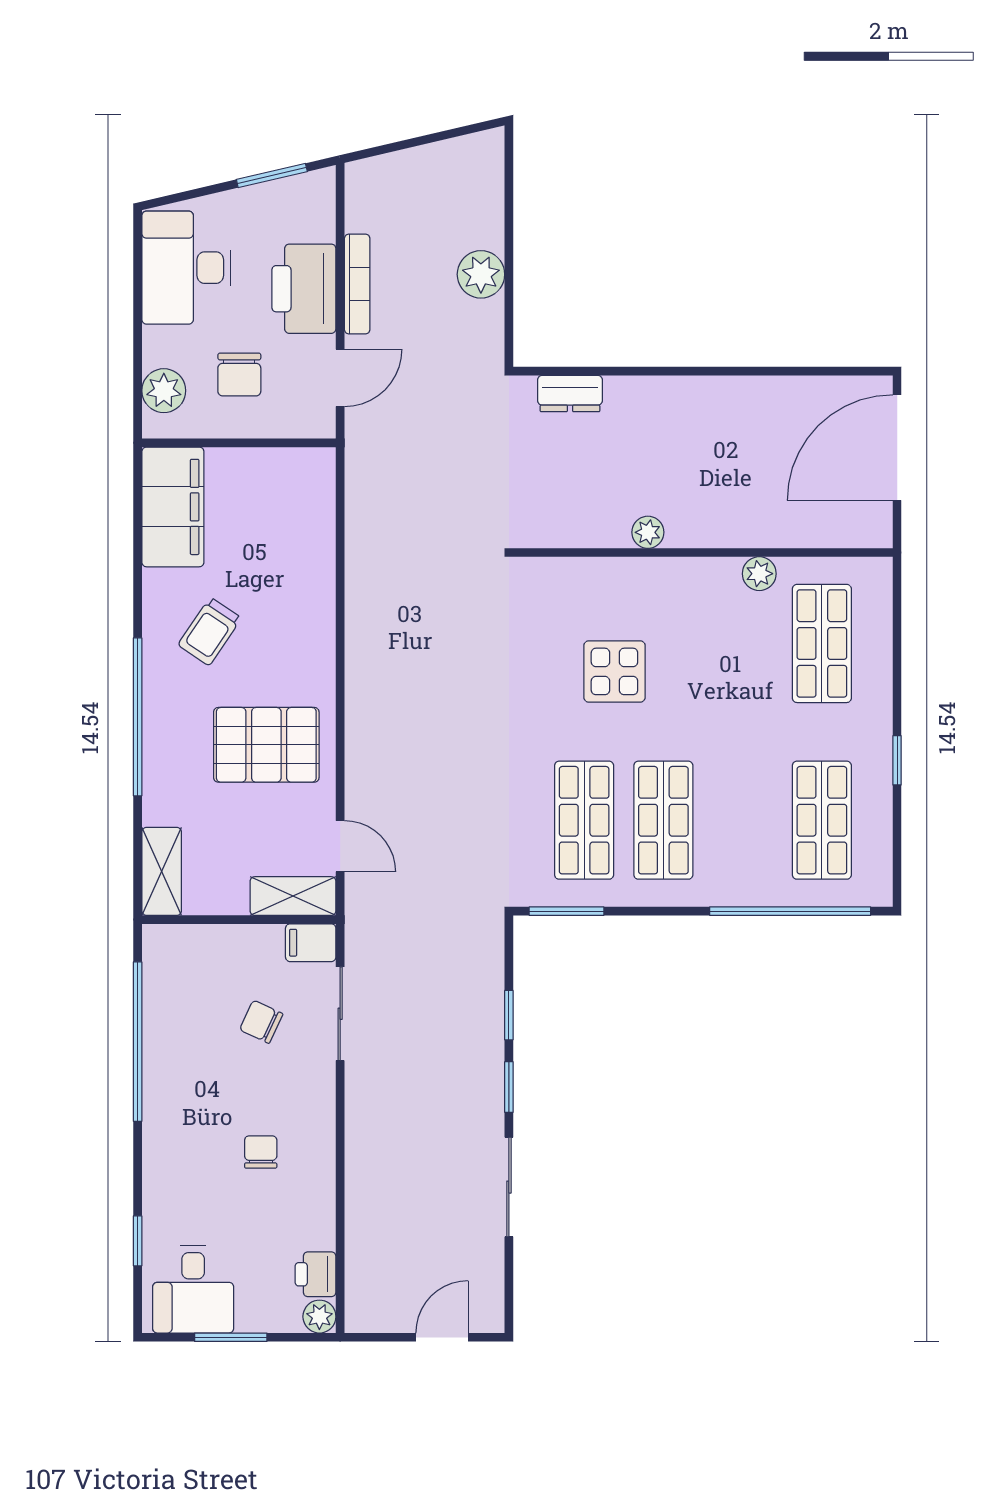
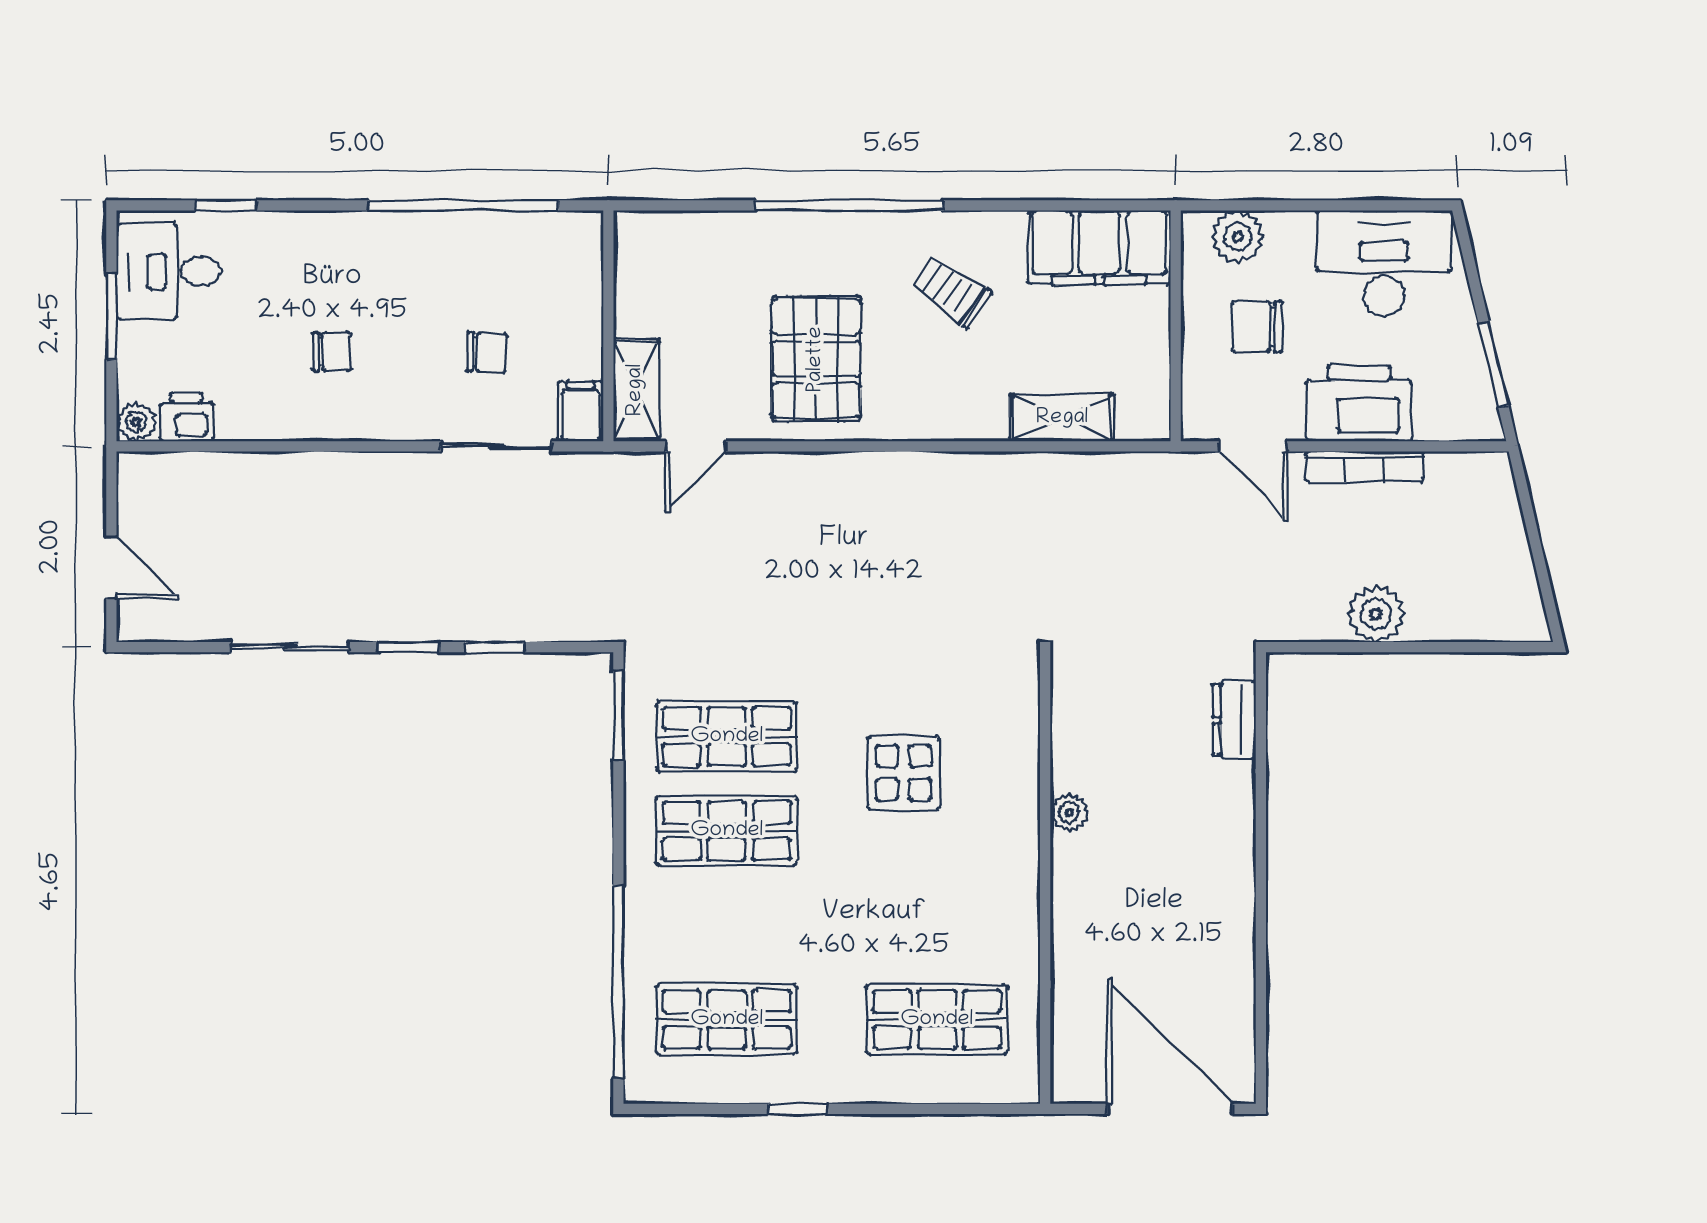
plant: (759, 574) -> (1020, 945), removed
shelving: (162, 871) -> (1062, 418), moved
chair: (261, 1022) -> (487, 352), turned 68

